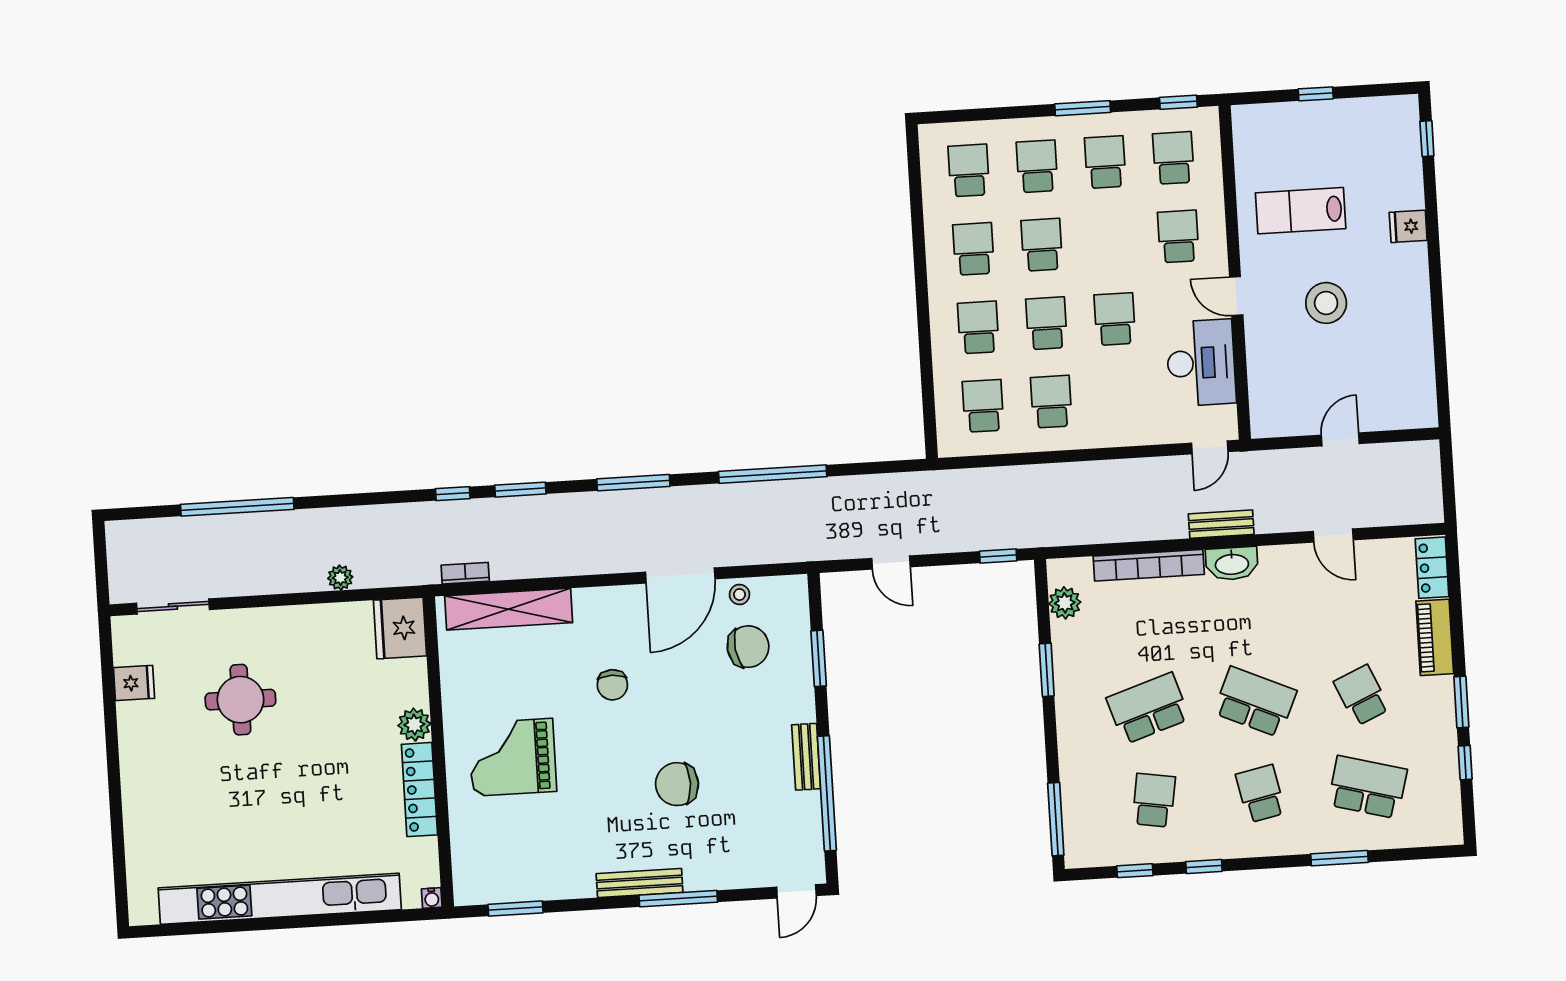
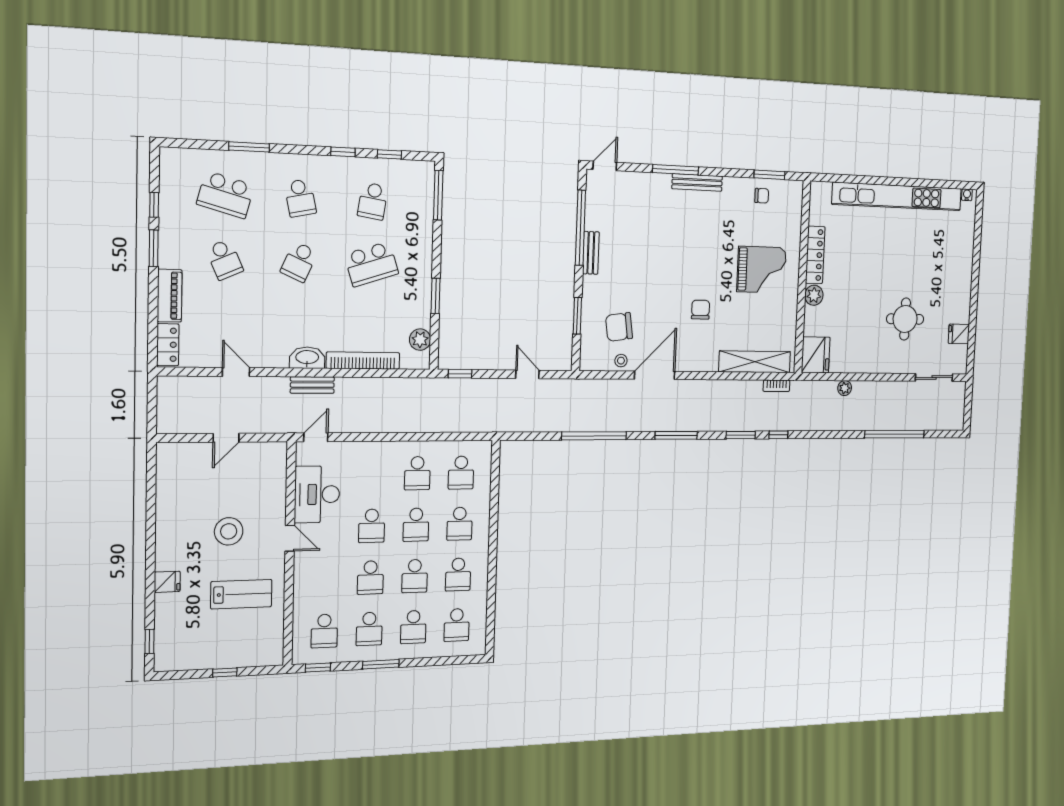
school desk: (1178, 236) -> (370, 578), moved
school desk: (1255, 702) -> (299, 262), width x0.54
chair: (677, 784) -> (762, 196), moved, width x0.54, depth x0.54
water cooler: (432, 898) -> (967, 195), moved

